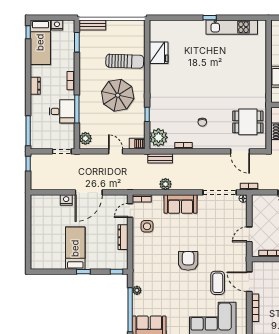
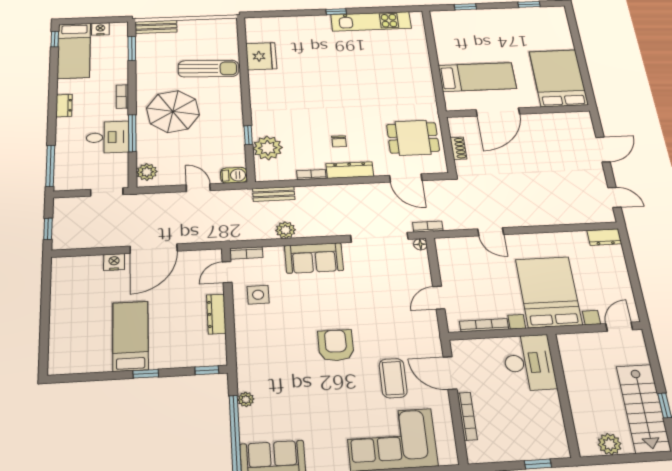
parasol: (118, 95) -> (173, 111), moved
plant: (158, 137) -> (268, 148), moved
dresser: (207, 144) -> (350, 170), added
window: (28, 164) -> (48, 229), moved

